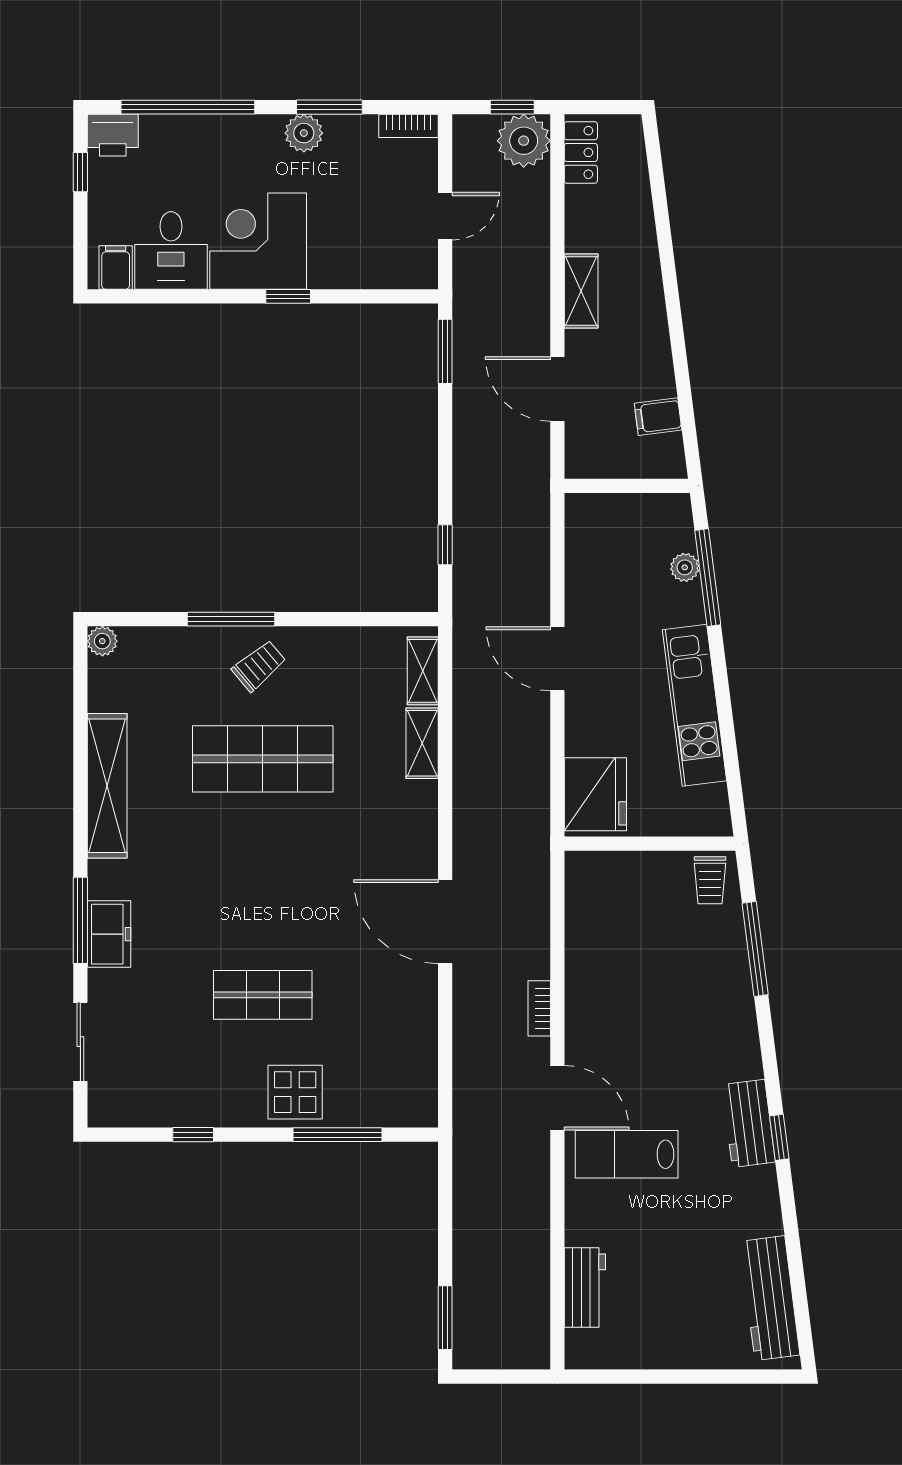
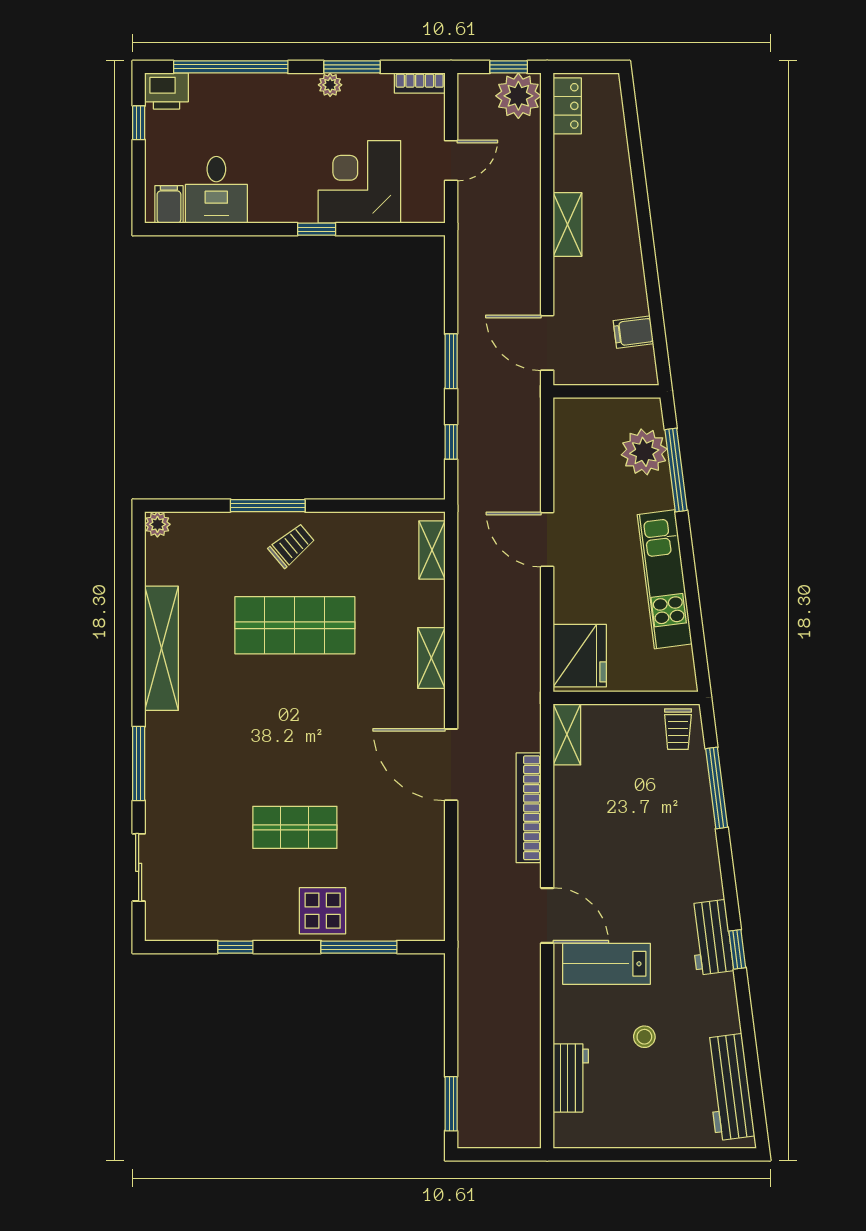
plant: (304, 133) -> (330, 85), width x0.73, depth x0.73
corner desk: (258, 241) -> (359, 182), moved
window: (445, 351) -> (451, 361), moved
door: (557, 389) -> (547, 343), moved
plant: (685, 567) -> (644, 452), width x1.88, depth x1.88
shelving: (422, 743) -> (431, 658), moved
shelving: (580, 886) -> (567, 734), added
freezer: (109, 934) -> (163, 775), removed
bookcase: (539, 1008) -> (529, 808), width x2.31, depth x1.31
stool: (671, 1239) -> (644, 1037), added

